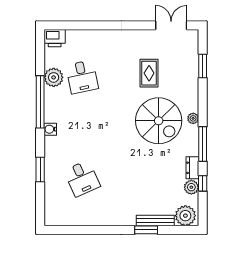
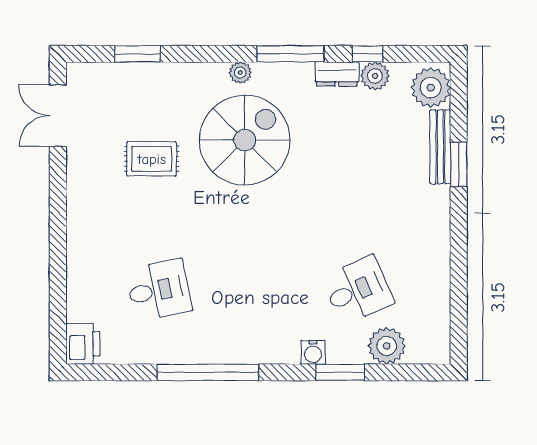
plant: (54, 77) -> (387, 346), moved
water cooler: (50, 129) -> (313, 352), moved

